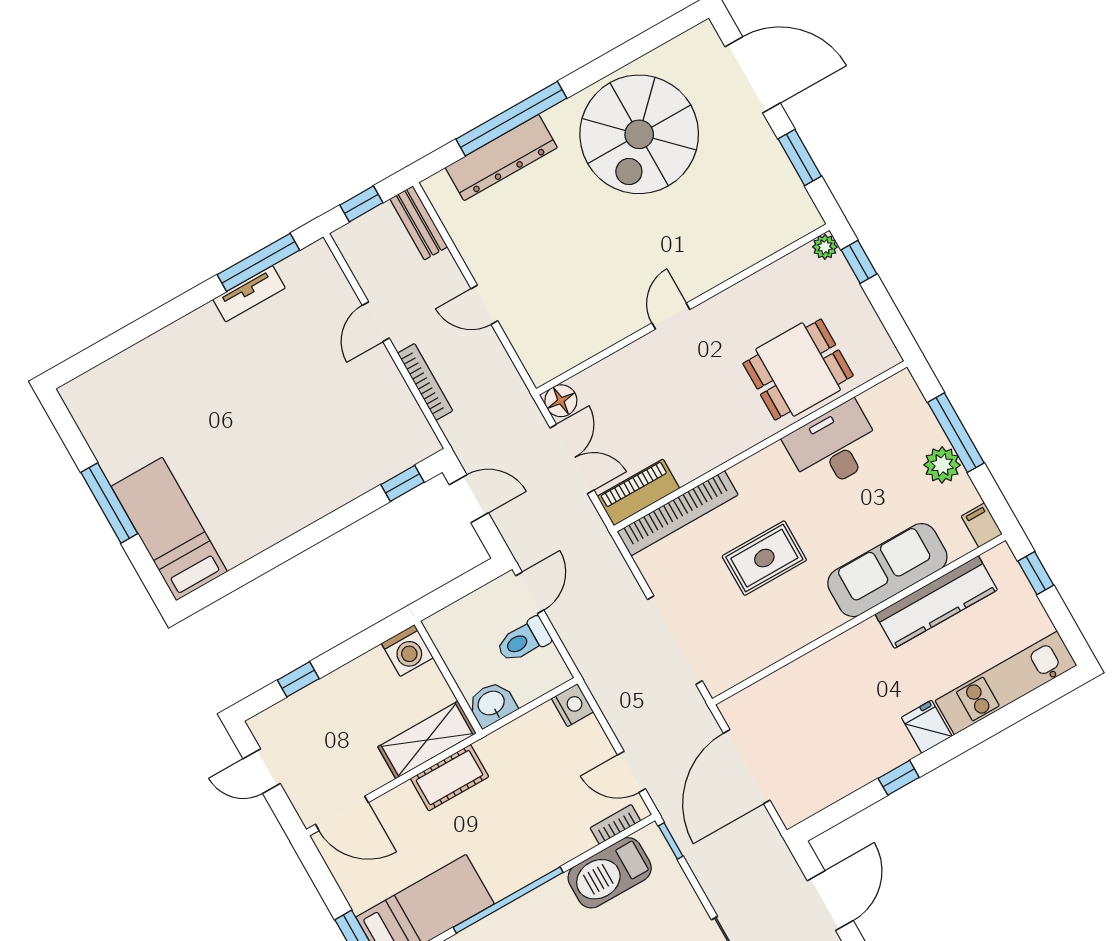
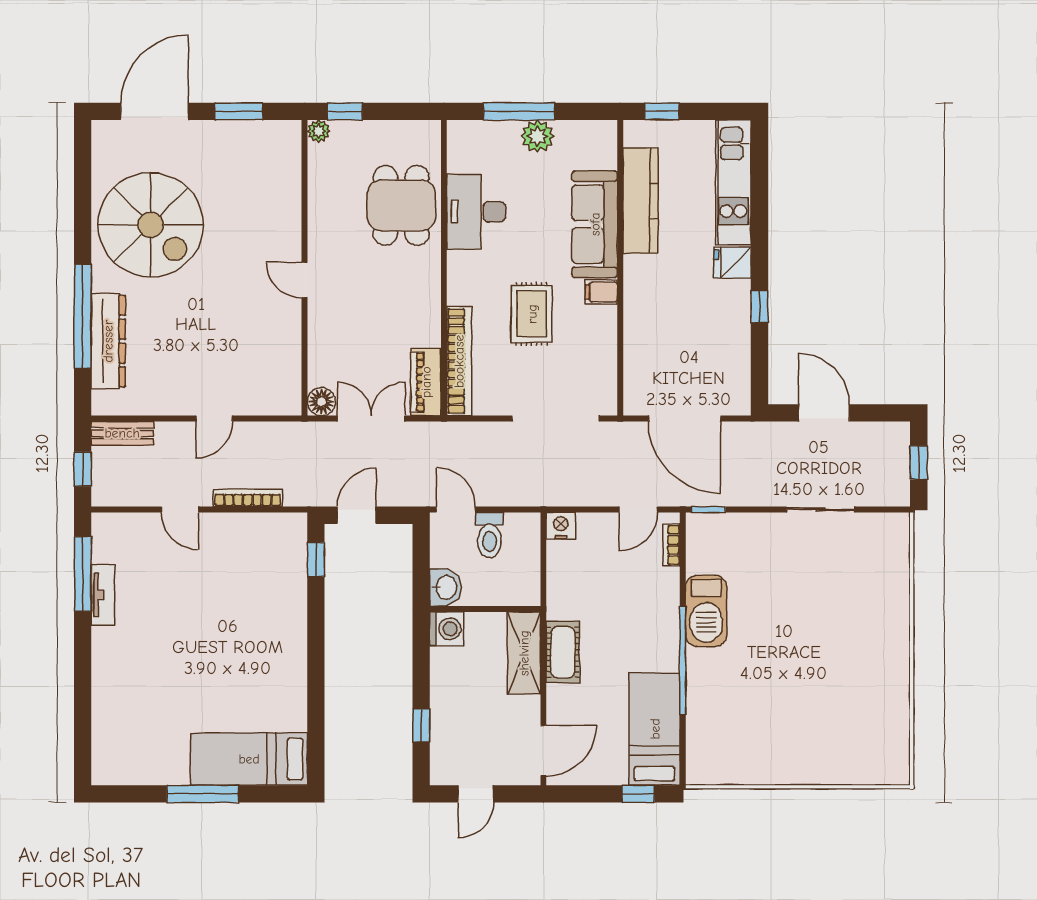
filing cabinet: (982, 525) -> (601, 292), moved
washbasin: (492, 704) -> (446, 587), moved, turned 180
barbecue: (610, 873) -> (706, 611), moved

